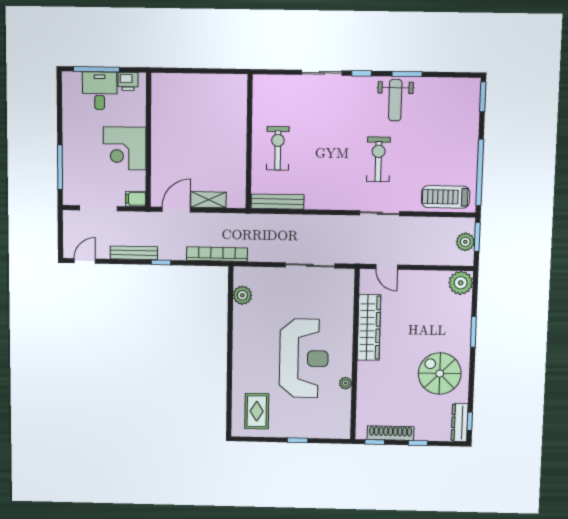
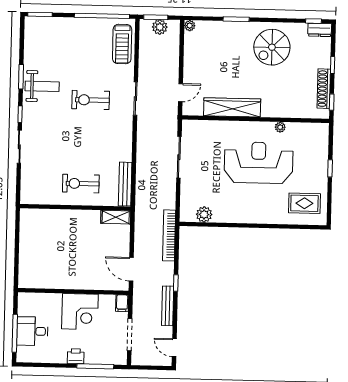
printer: (128, 81) -> (76, 356), moved, turned -90
shelving: (208, 200) -> (116, 217), moved, turned 90
plant: (461, 283) -> (190, 26), width x0.53, depth x0.53
dresser: (460, 422) -> (320, 30), width x0.70

